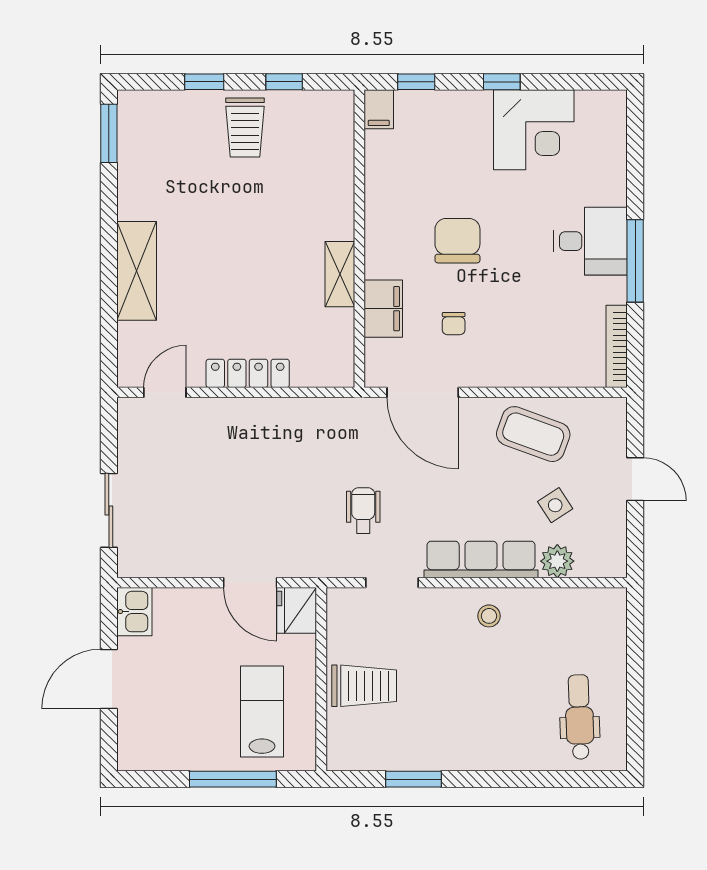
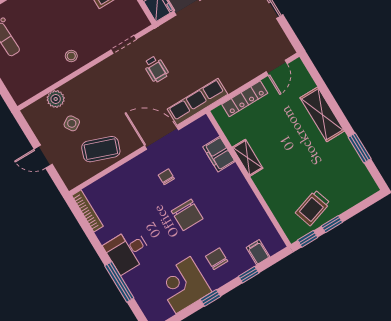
window: (204, 82) -> (332, 224), moved
trolley: (245, 127) -> (313, 208), turned -108
window: (109, 133) -> (360, 148), moved
chair: (453, 140) -> (217, 259), added
wall: (359, 239) -> (248, 179), moved
window: (635, 261) -> (119, 282), moved
shelving: (340, 274) -> (248, 158), moved
filing cabinet: (383, 309) -> (219, 154), moved
row of seats: (481, 559) -> (197, 102), moved, turned 180

